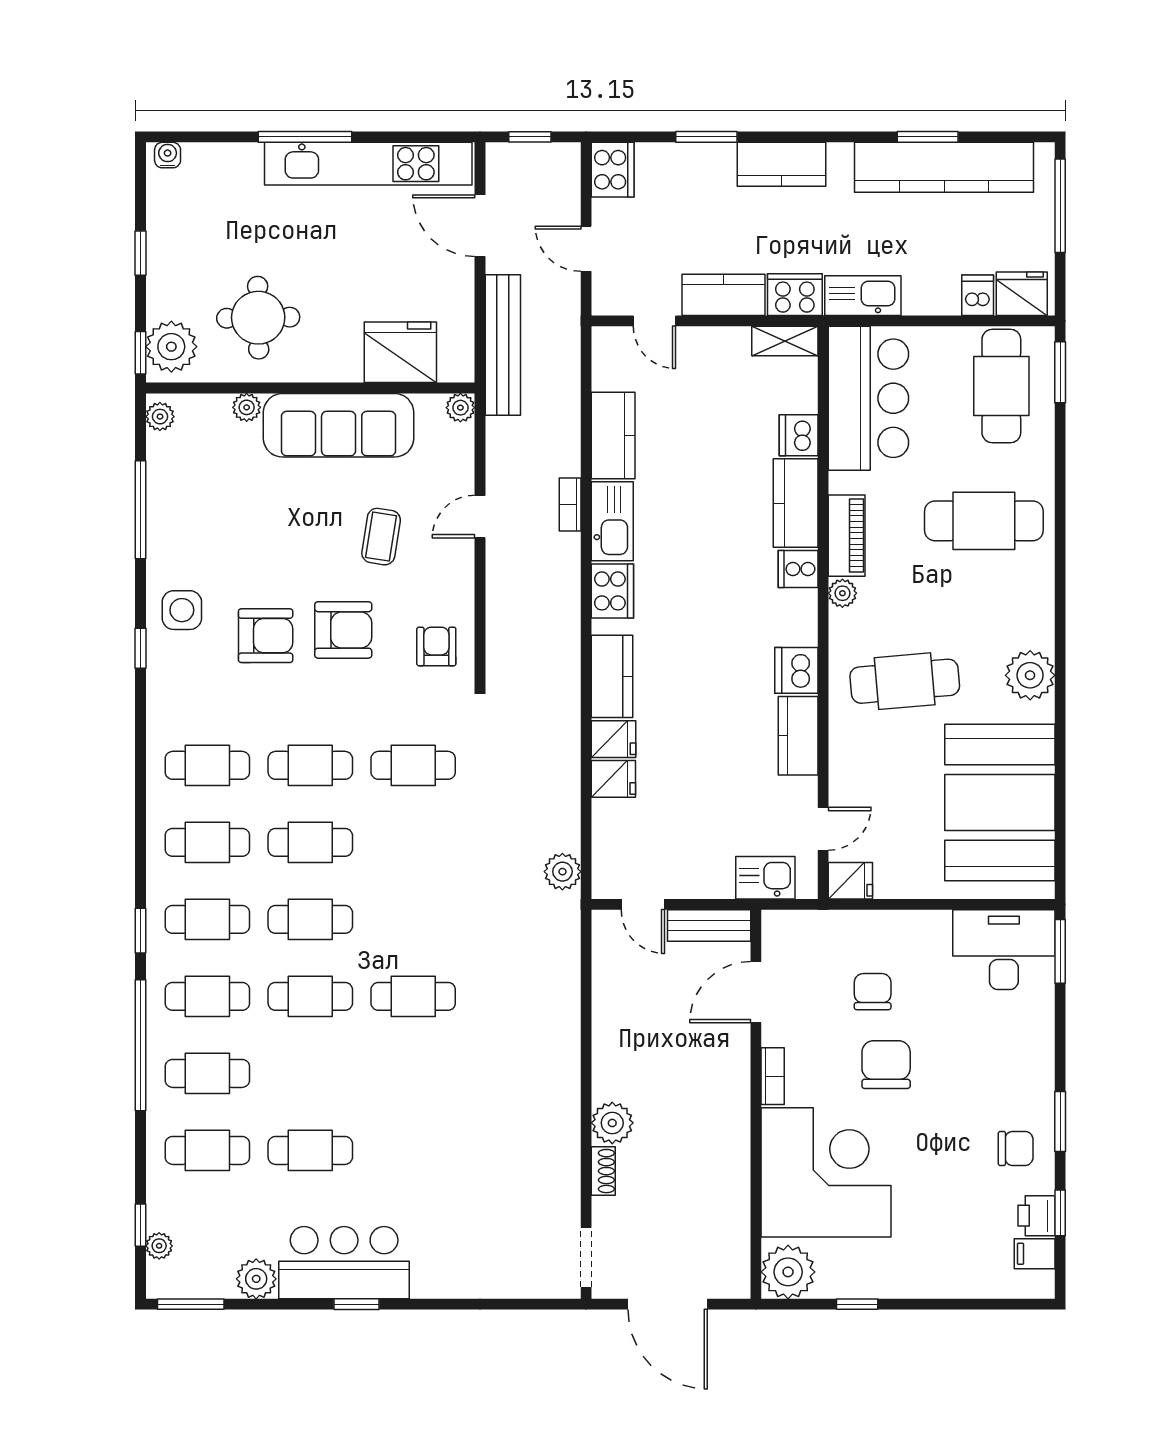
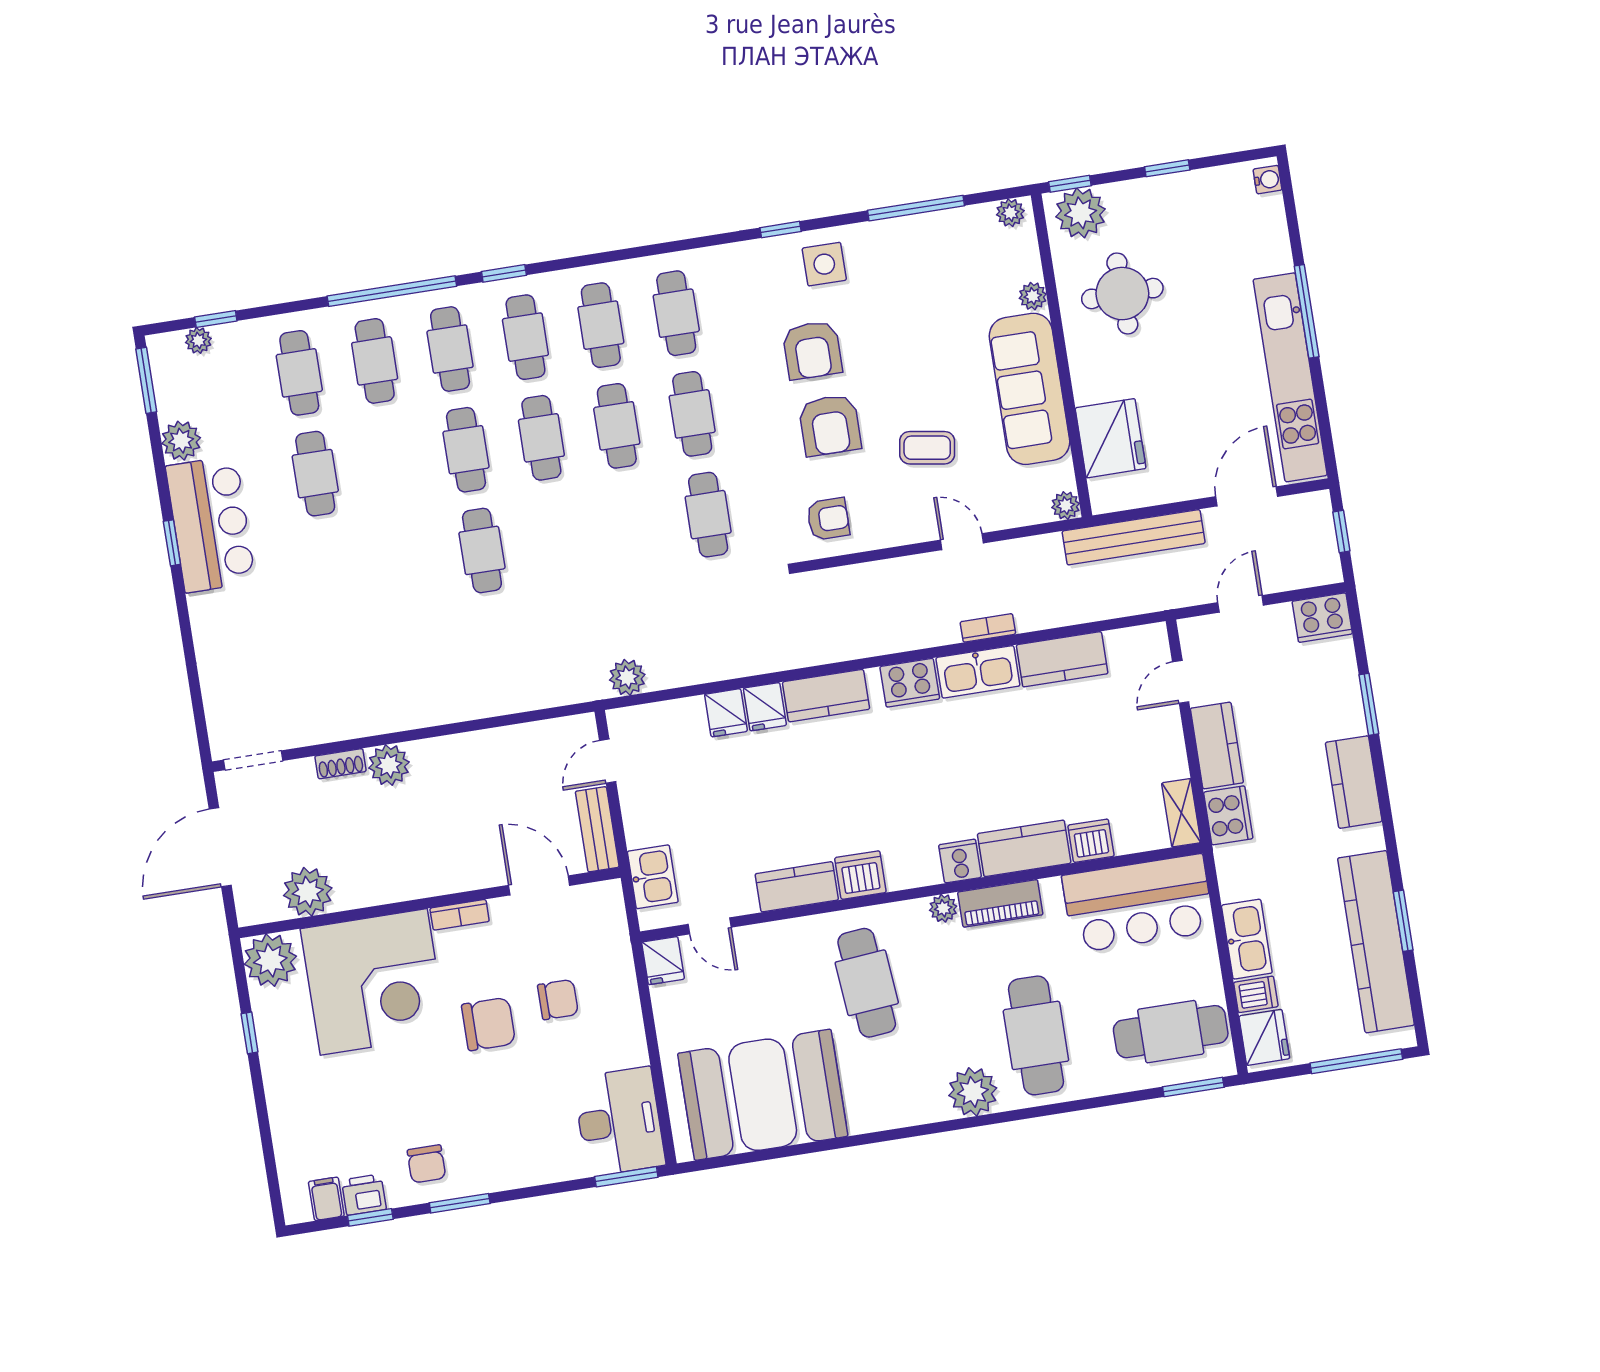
kitchen sink: (863, 296) -> (1247, 939), moved
plant: (1030, 675) -> (973, 1092), moved
plant: (726, 1224) -> (308, 892), added

